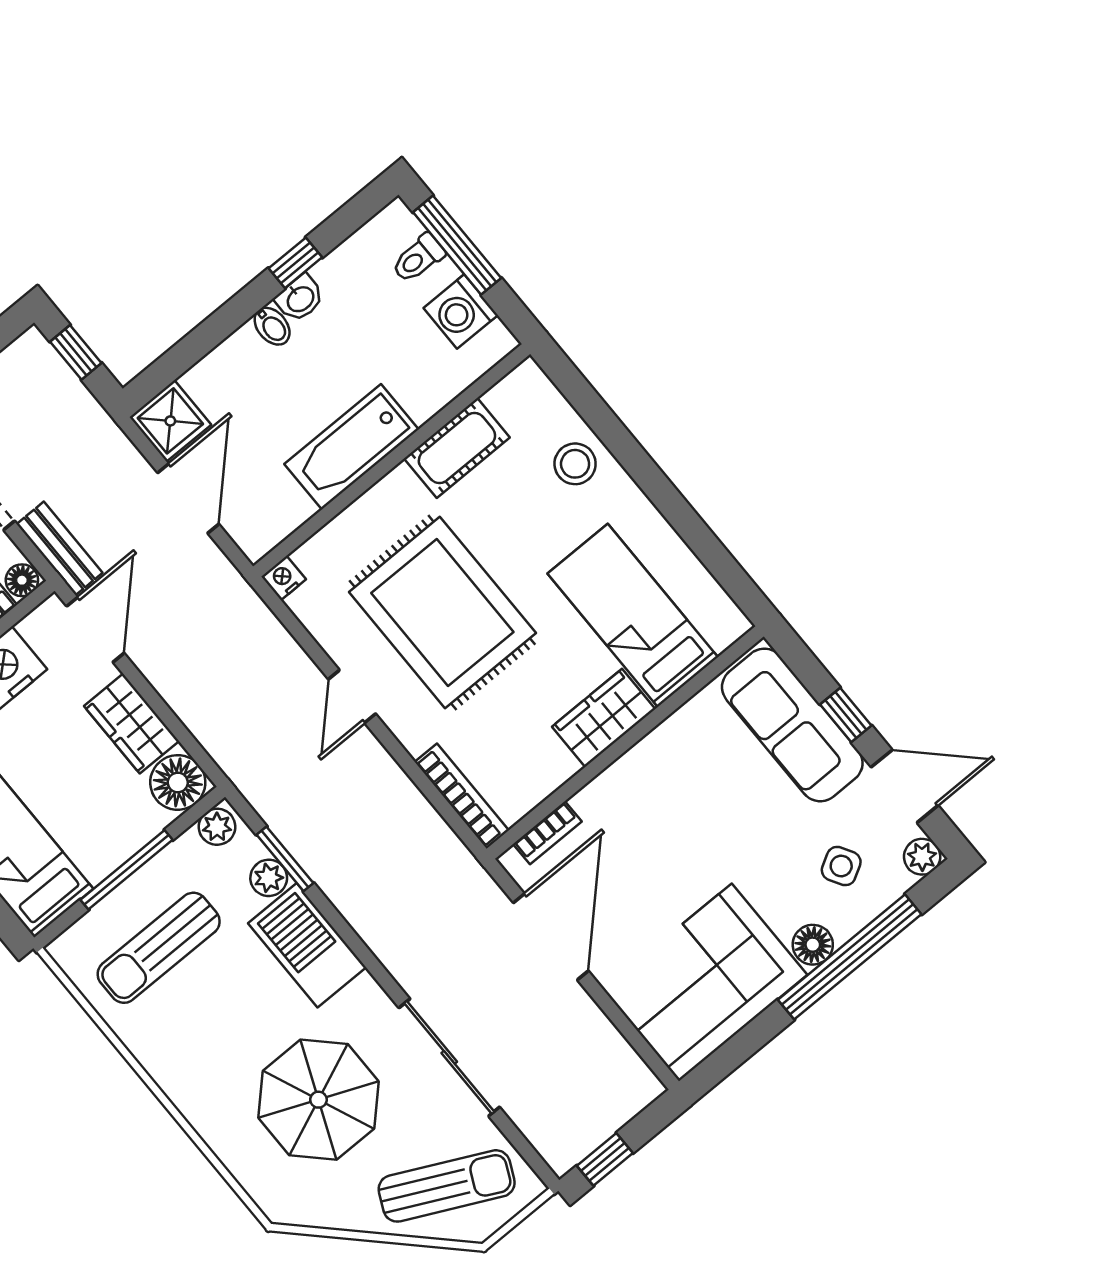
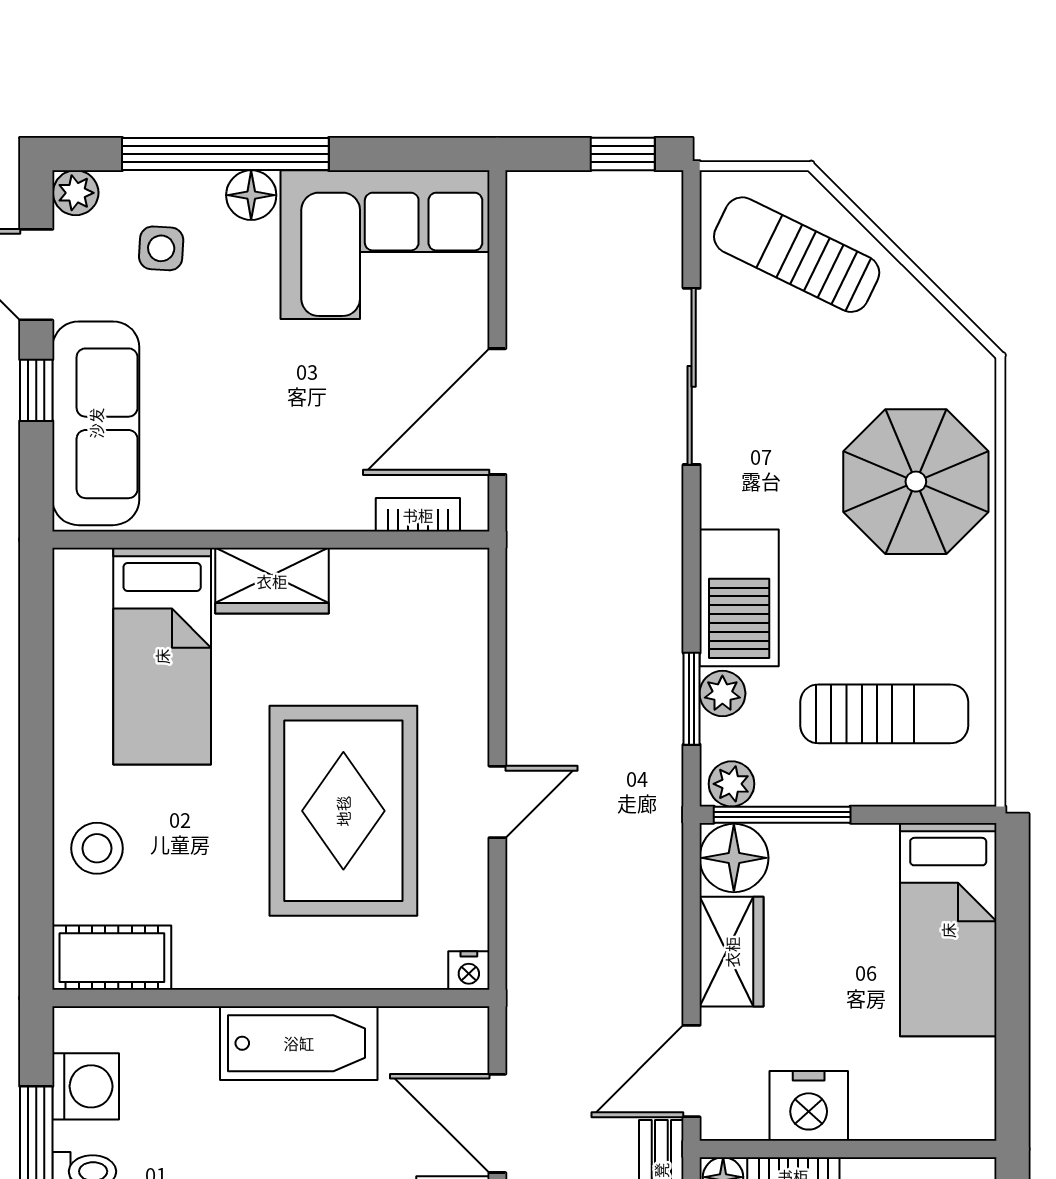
cot: (457, 448) -> (112, 958), moved
door: (188, 498) -> (497, 1123), hinge flipped
bookcase: (462, 796) -> (471, 618), removed
side table: (841, 866) -> (161, 248), turned 33
window: (127, 870) -> (782, 815), moved
parasol: (318, 1100) -> (916, 482), moved

